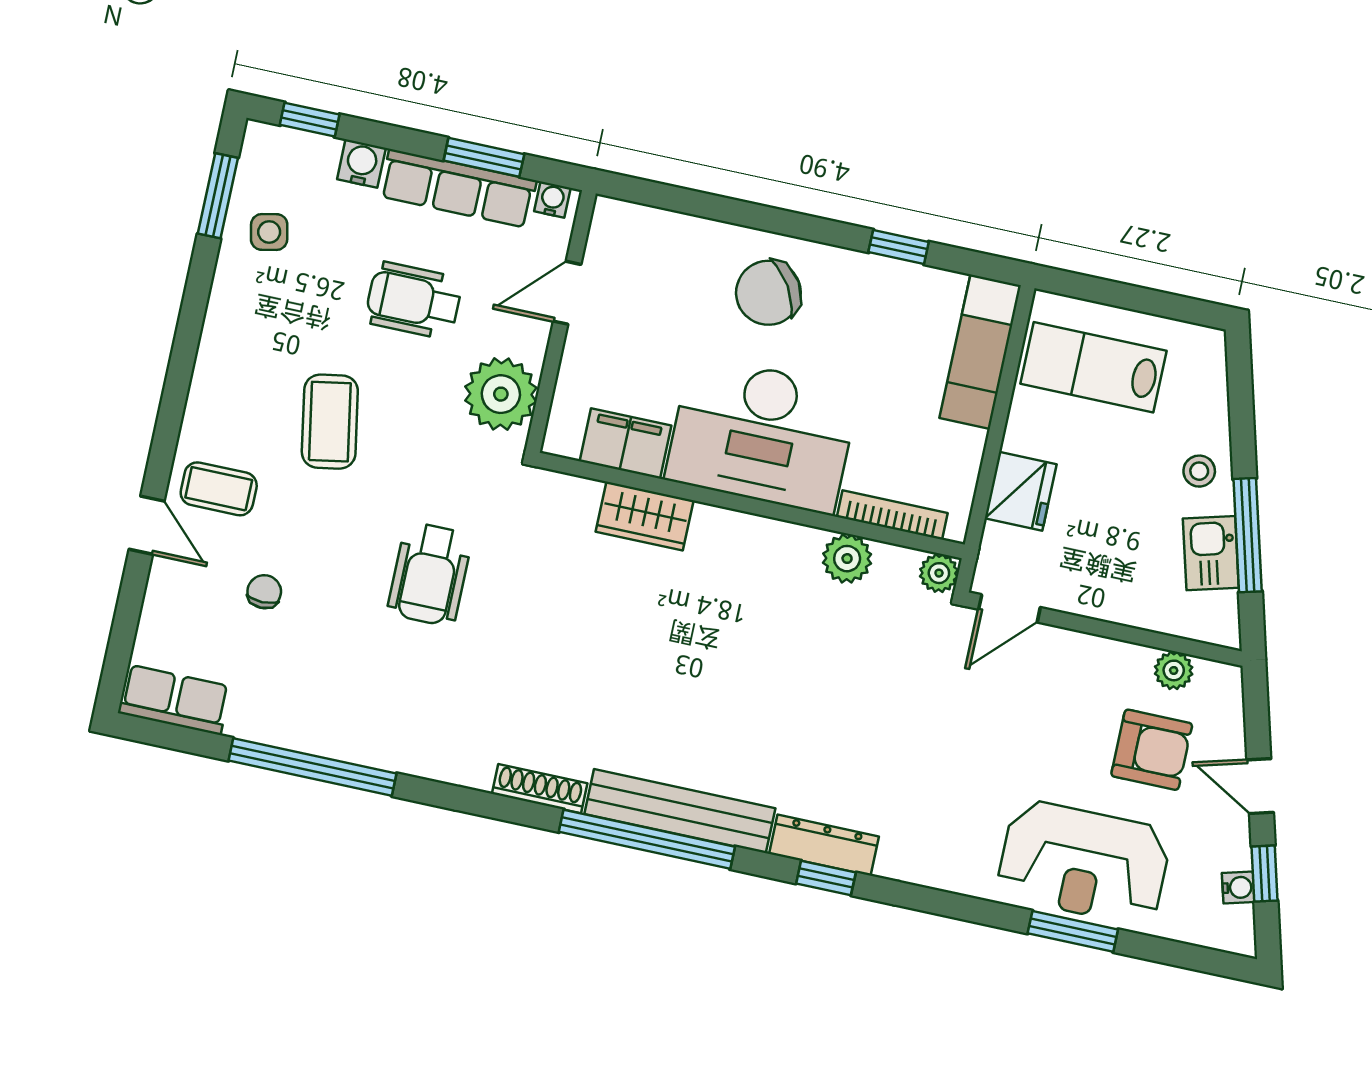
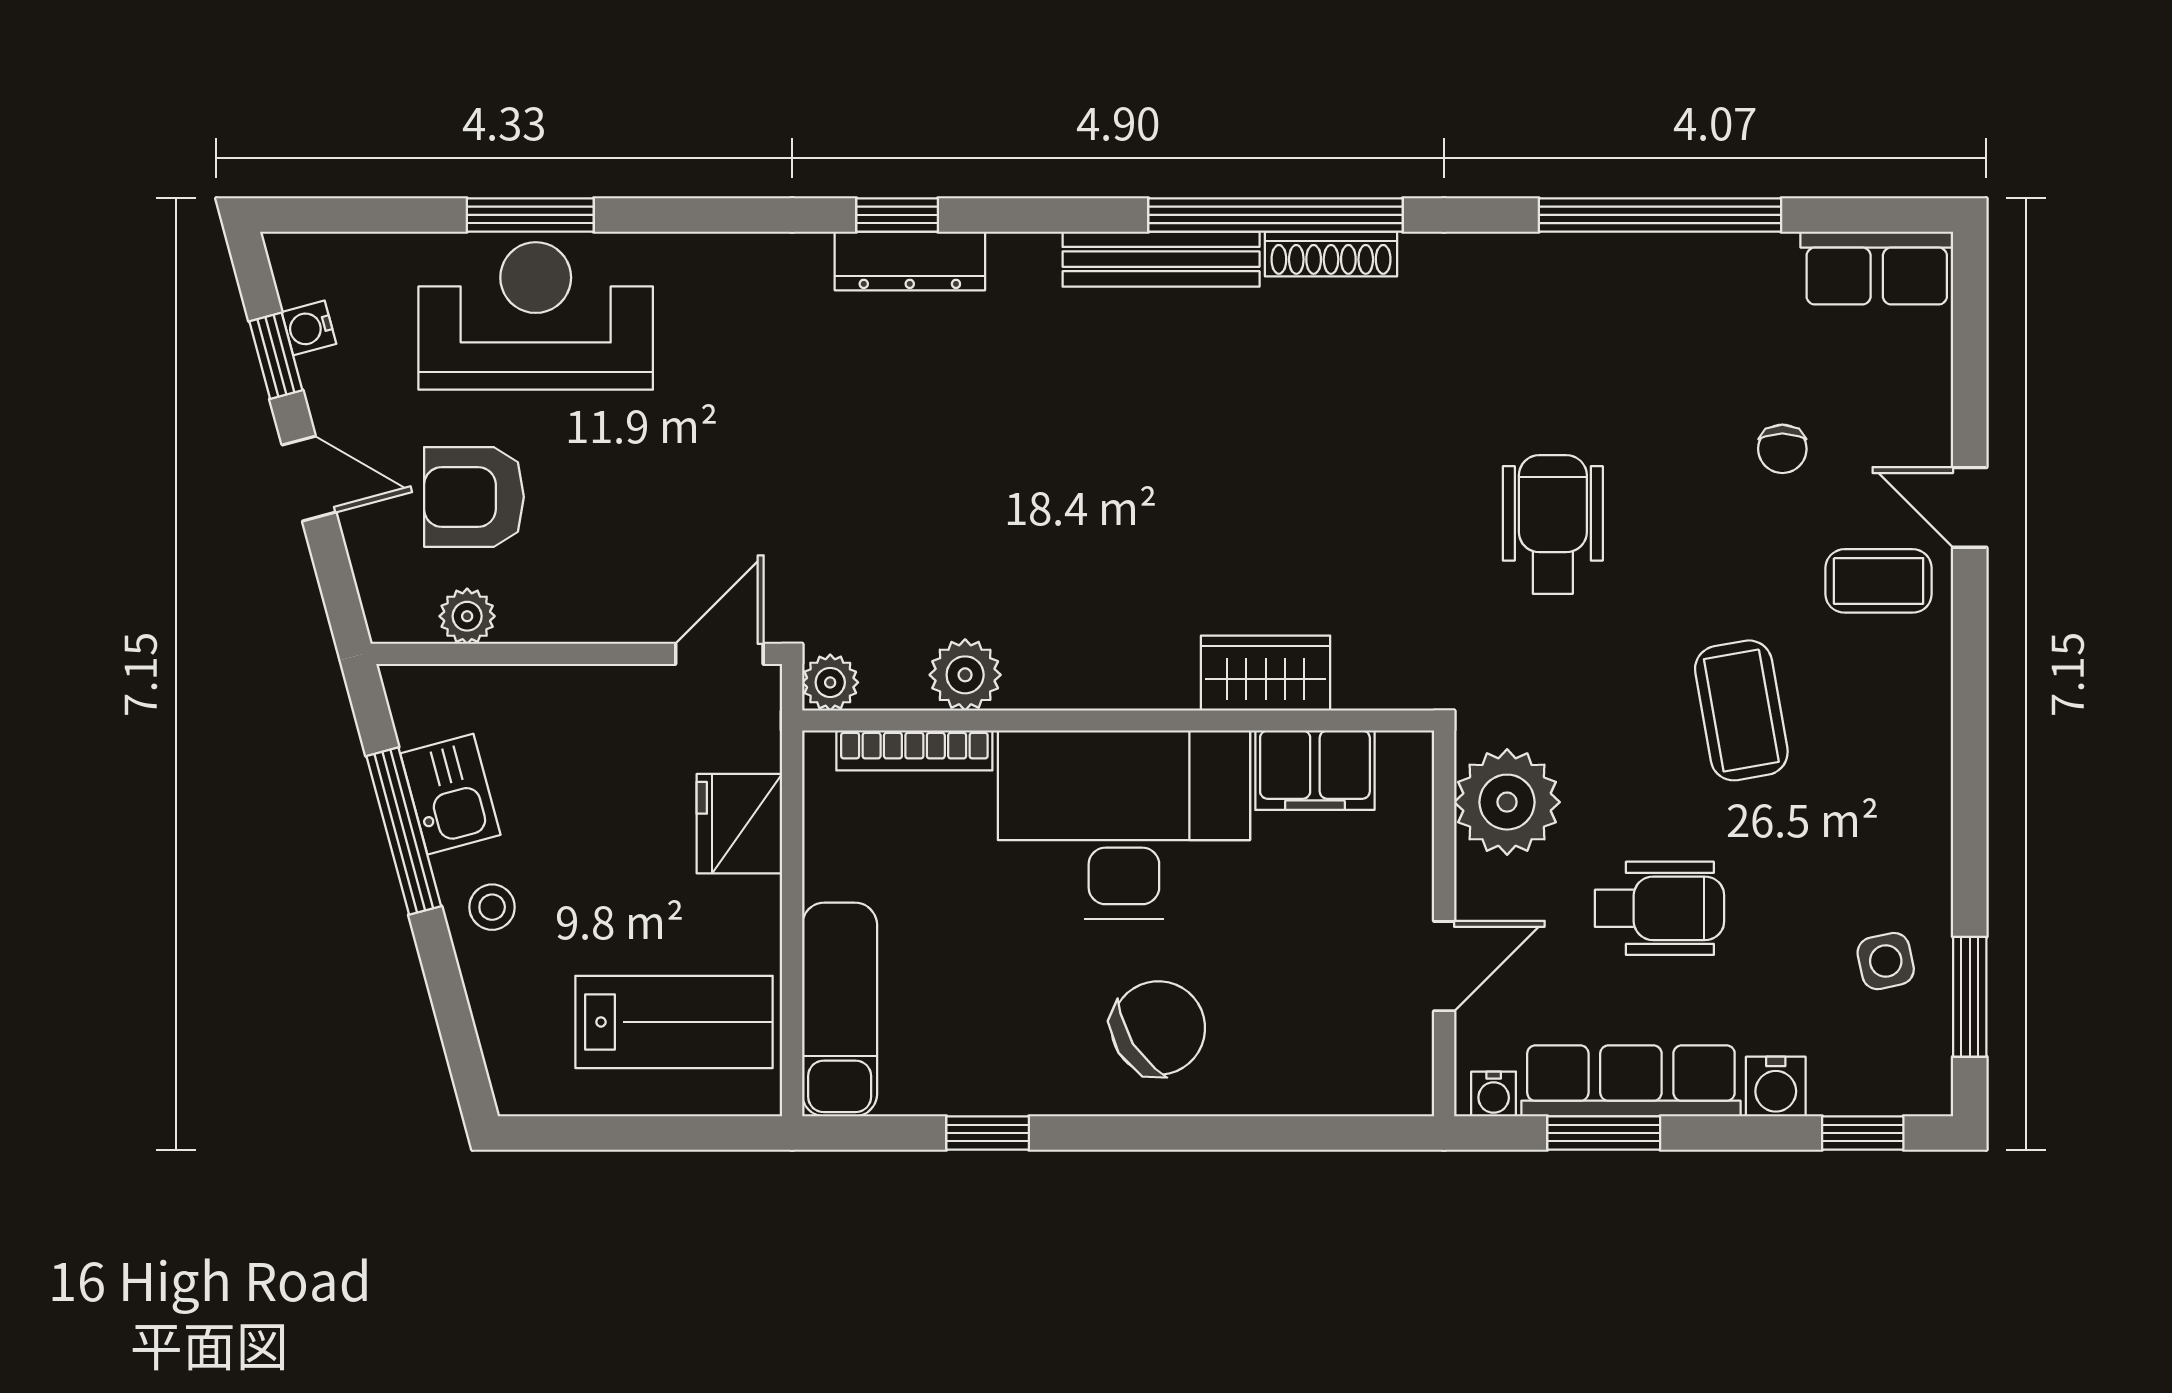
bench: (680, 811) -> (1161, 259), width x0.73, depth x0.82
window: (647, 839) -> (1275, 215), moved

